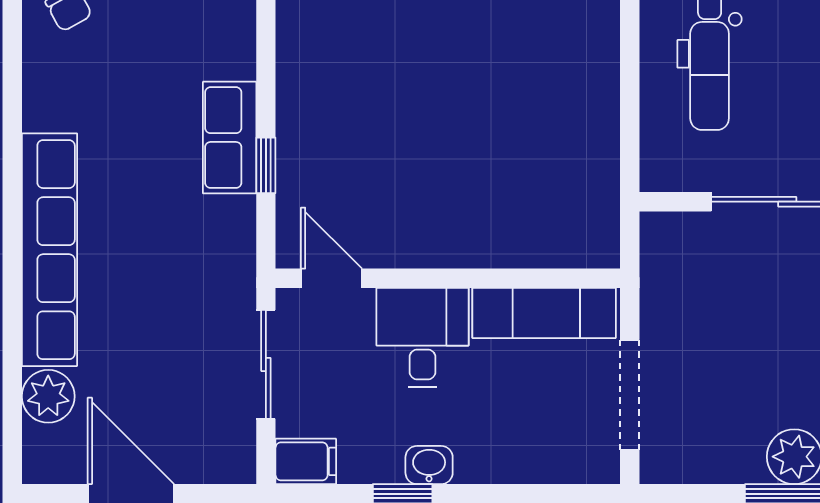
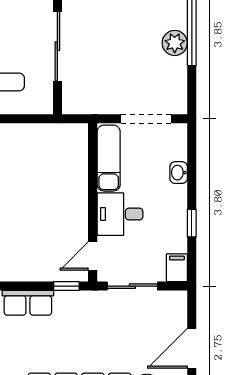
window: (266, 165) -> (66, 286), moved
washbasin: (429, 465) -> (179, 173), moved

